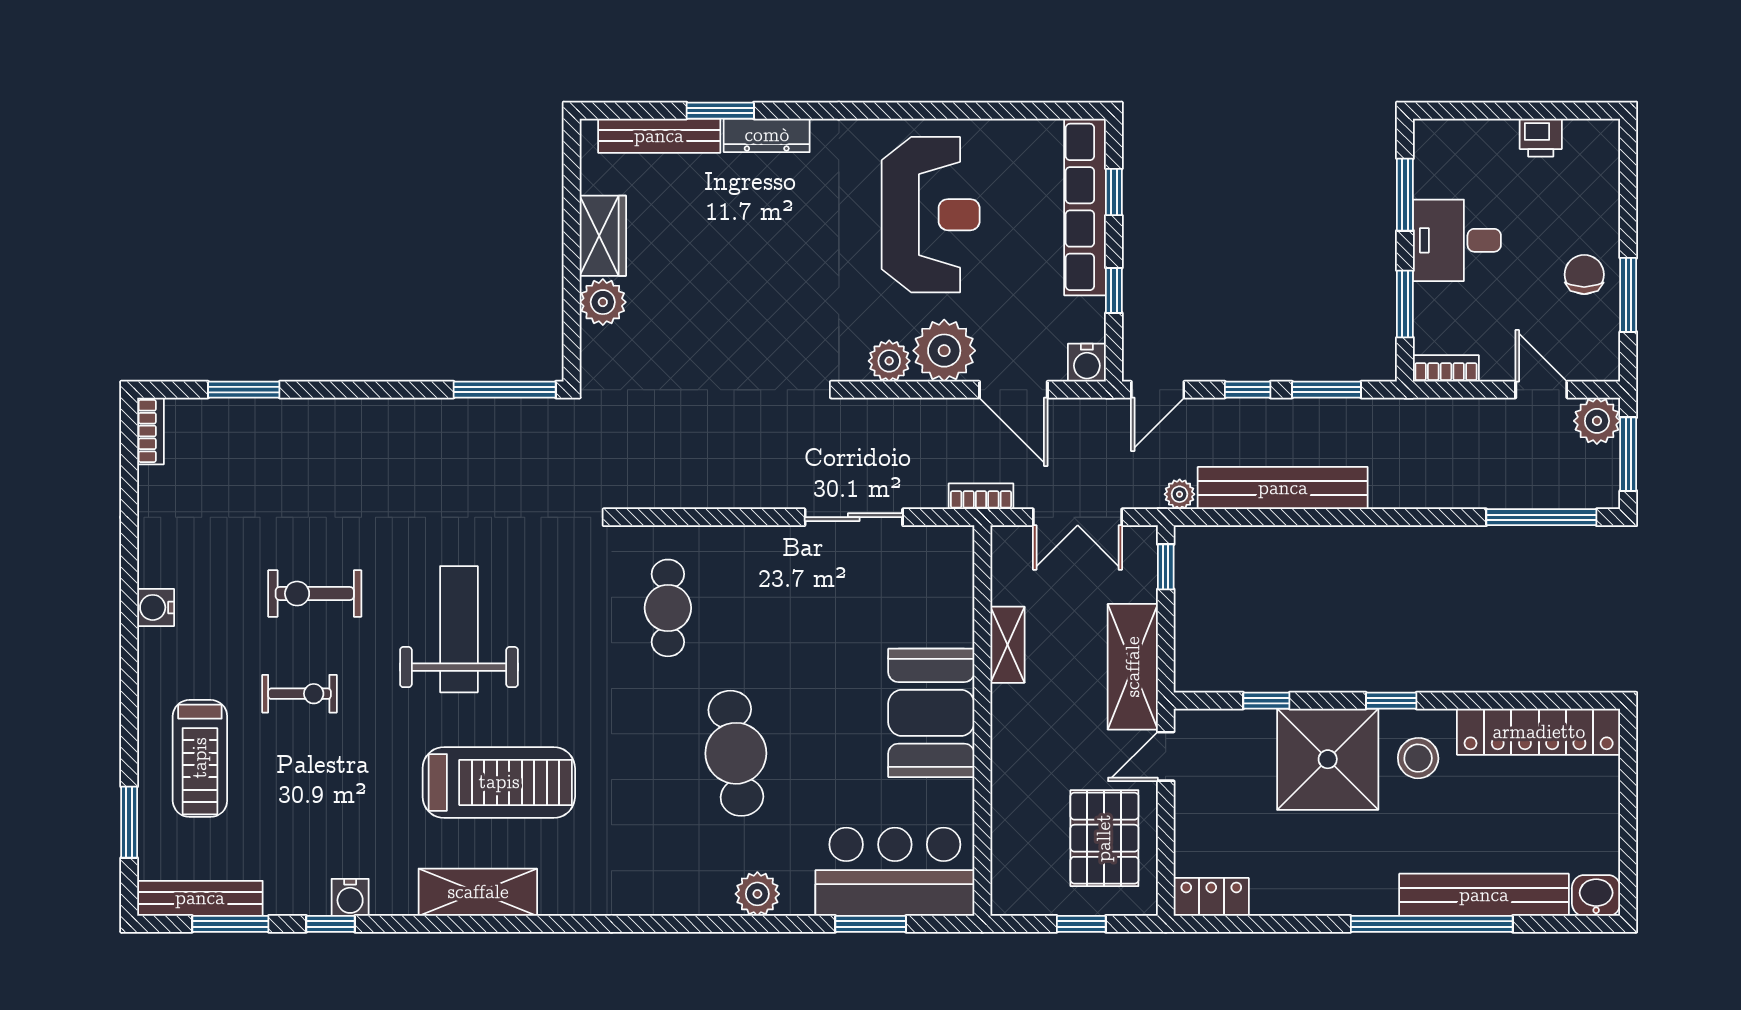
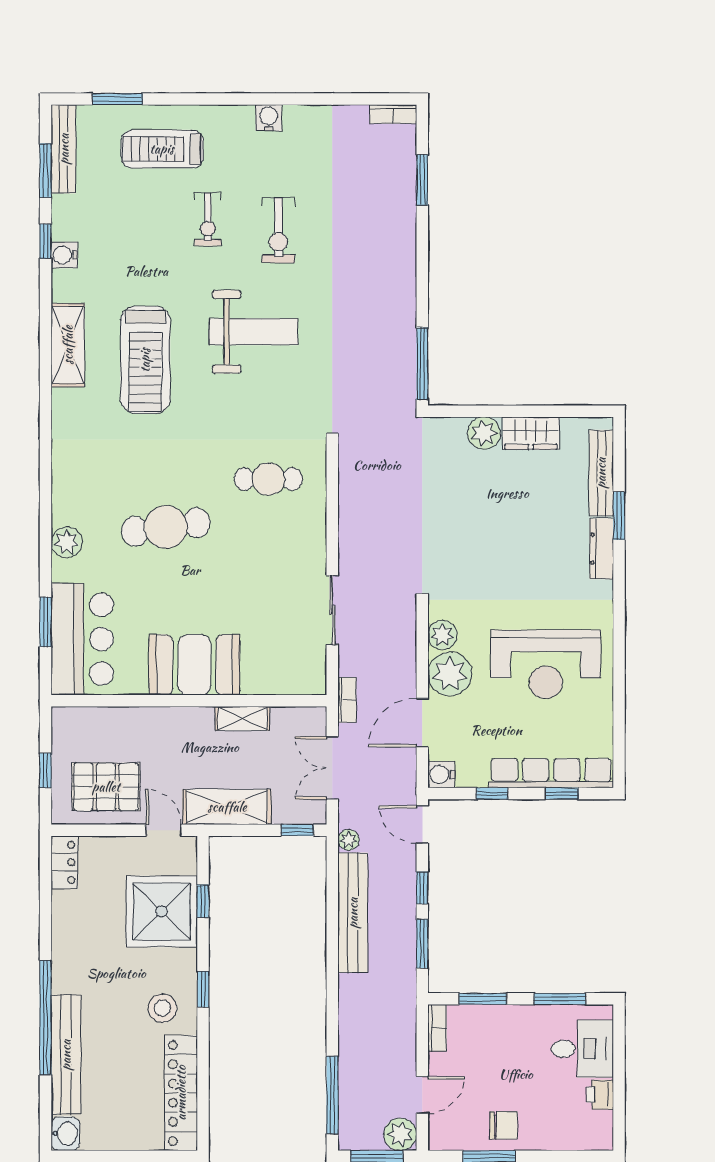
desk: (1457, 240) -> (582, 1049), moved, turned 90
exercise bike: (315, 594) -> (278, 230), turned 180
shower: (1328, 759) -> (162, 912), moved

